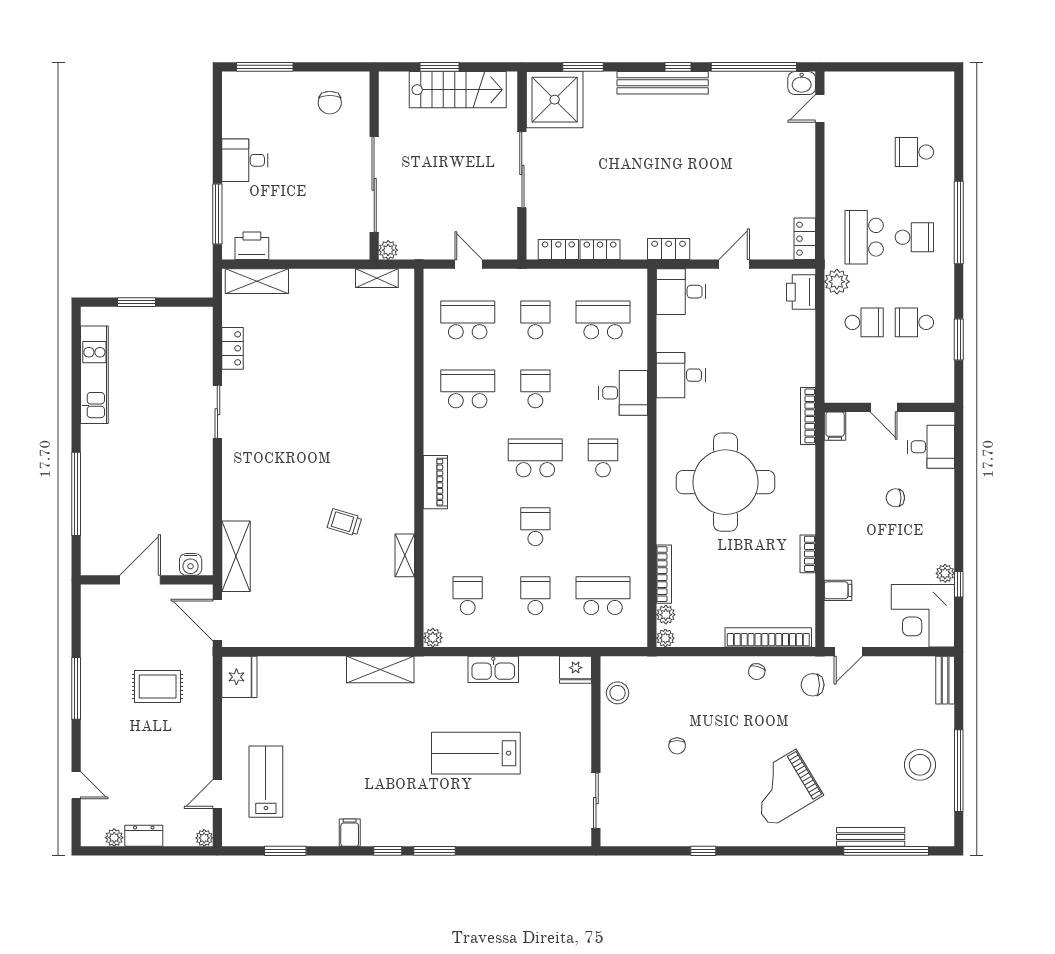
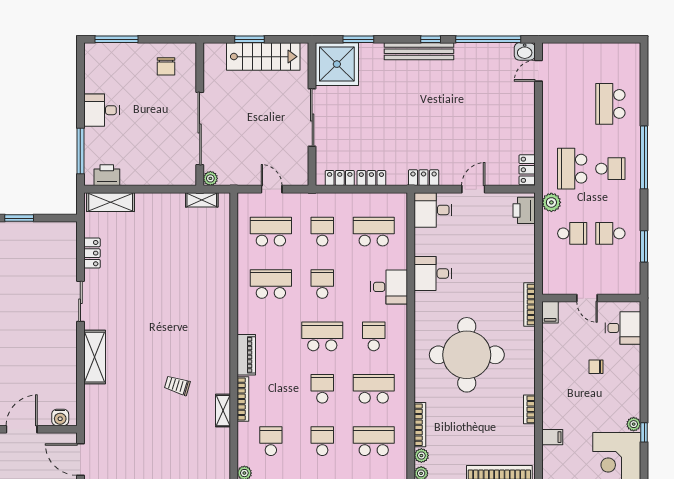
school desk: (914, 152) -> (610, 104), width x1.85
school desk: (603, 527) -> (374, 389), added
bookcase: (431, 540) -> (243, 399), added
shelving: (236, 556) -> (95, 357), moved

